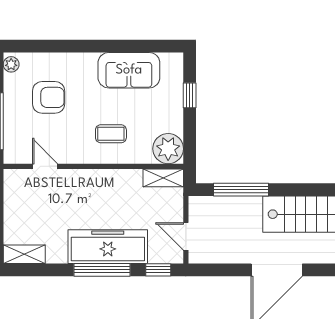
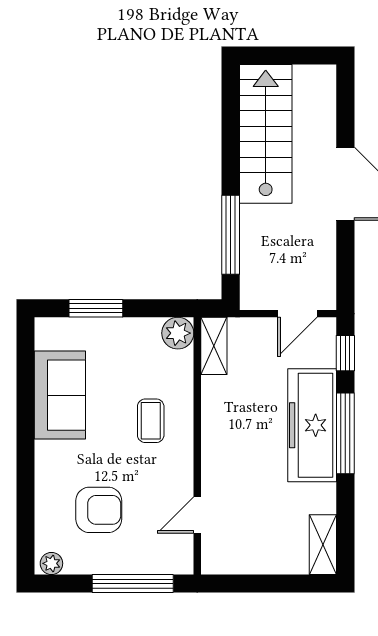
window: (190, 95) -> (96, 308), width x1.50
armchair: (49, 97) -> (99, 510), turned 90
plant: (168, 149) -> (178, 333), width x0.73, depth x0.73

